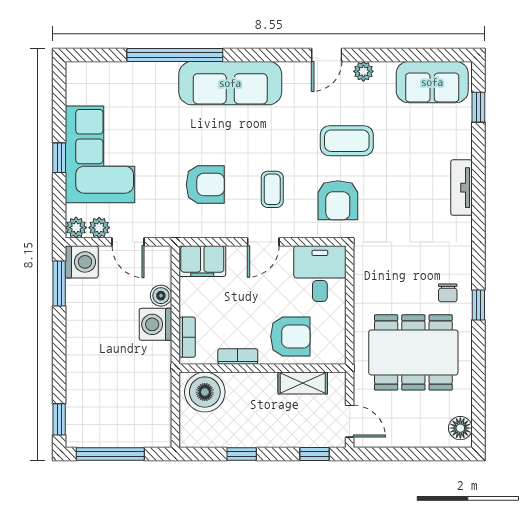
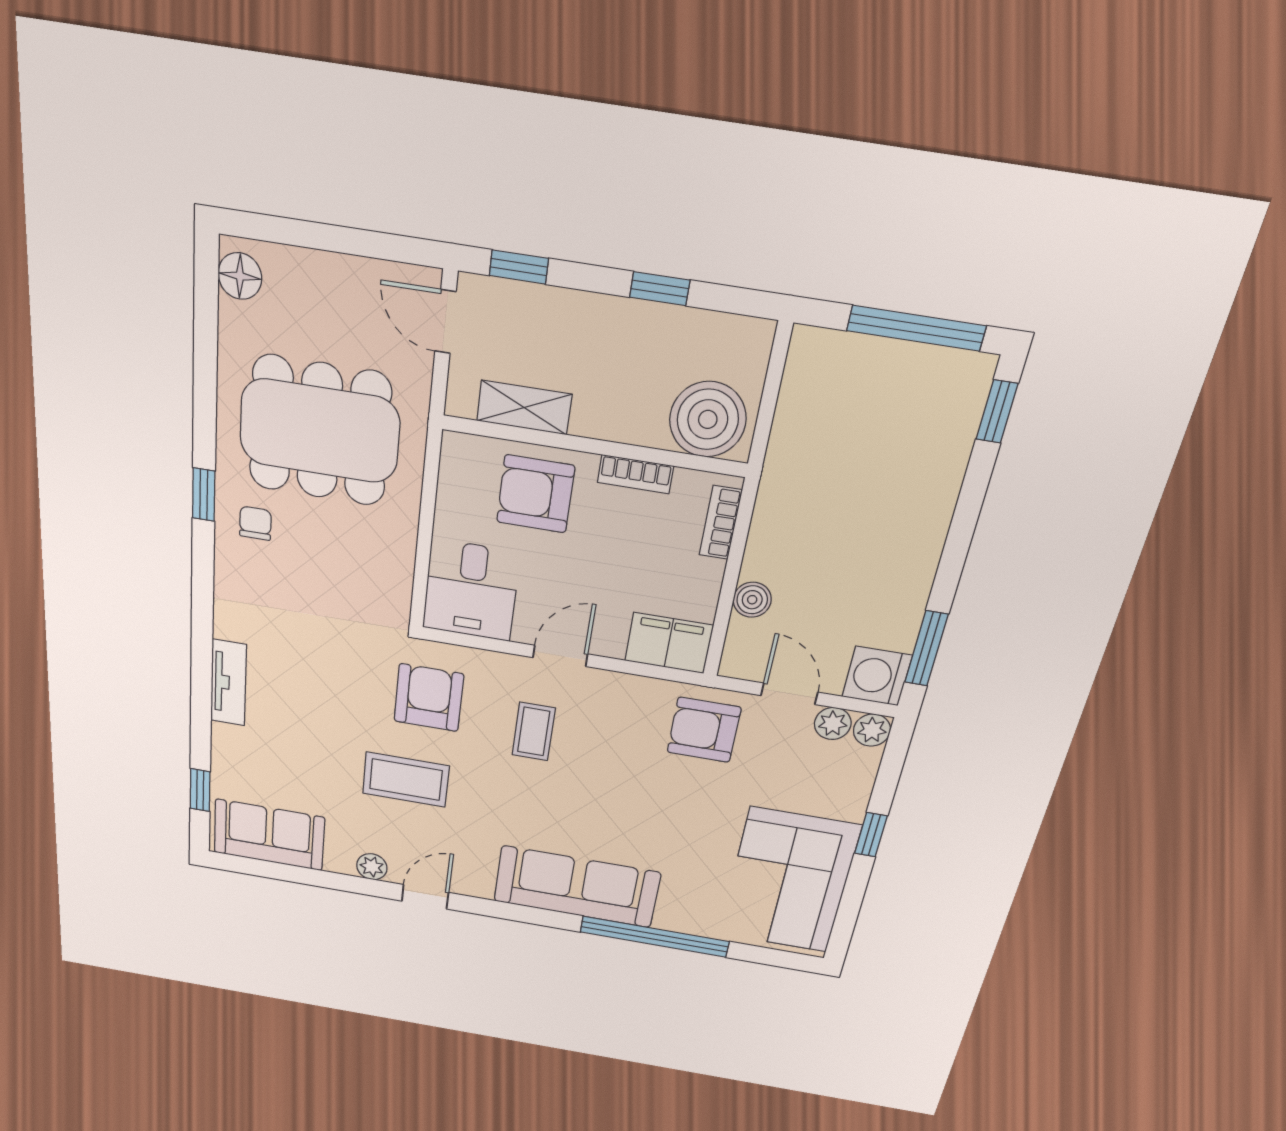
corner sofa: (100, 154) -> (789, 881), moved
armchair: (205, 184) -> (704, 730), moved
washing machine: (155, 324) -> (773, 554), removed

